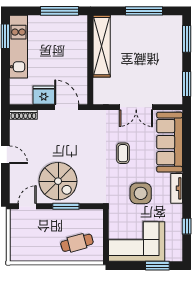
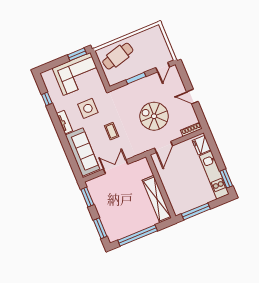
window: (144, 11) -> (138, 235), width x1.46
fridge: (44, 95) -> (202, 145), moved, turned 90
door: (67, 107) -> (164, 147), hinge flipped
spiral stairs: (58, 181) -> (154, 116), moved
cafe table: (77, 243) -> (118, 56), width x1.37, depth x1.35
window: (157, 266) -> (77, 54), moved

